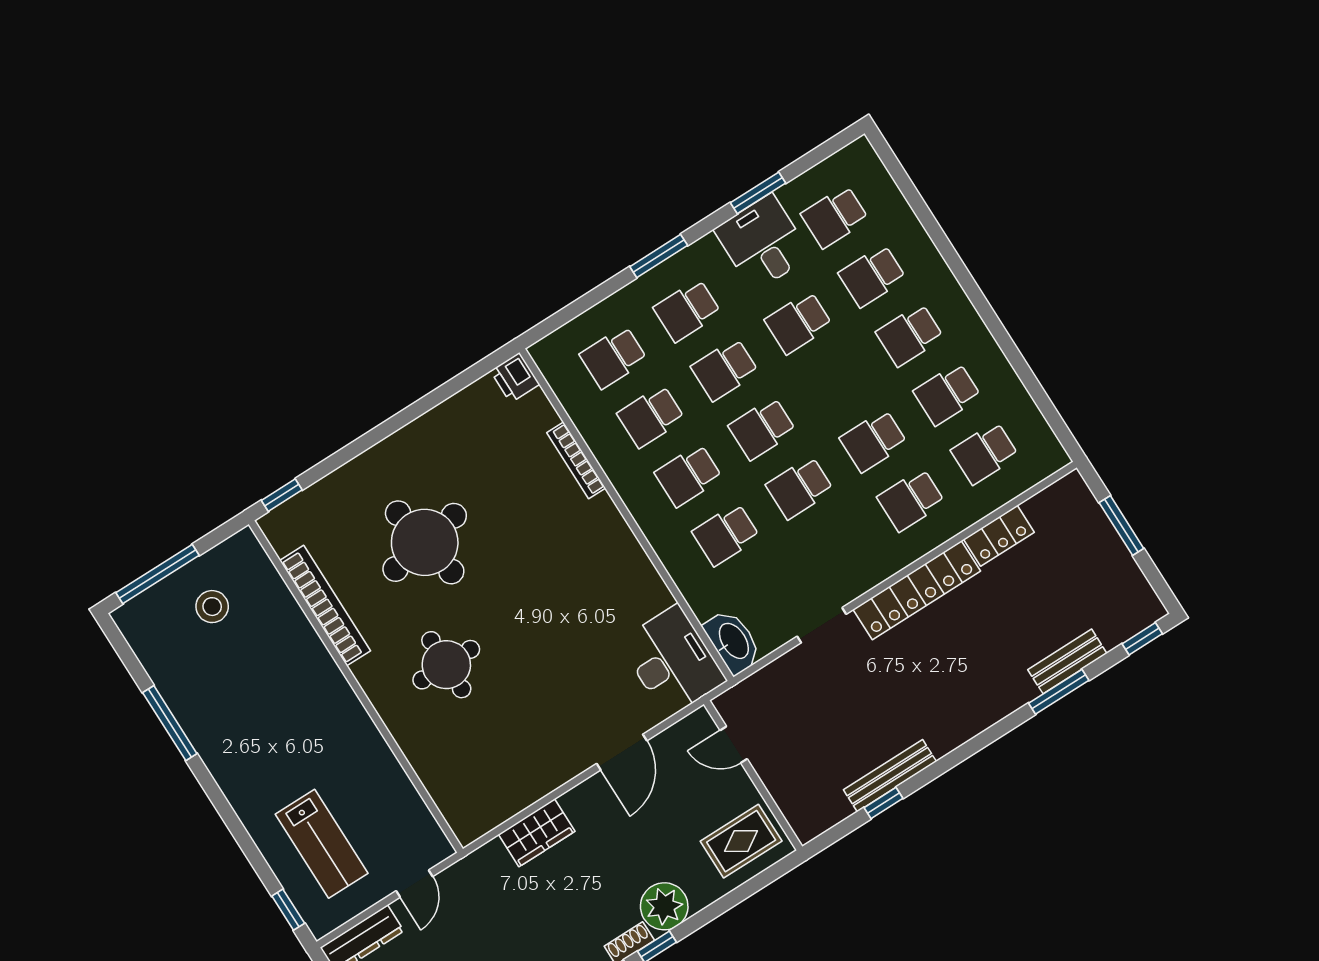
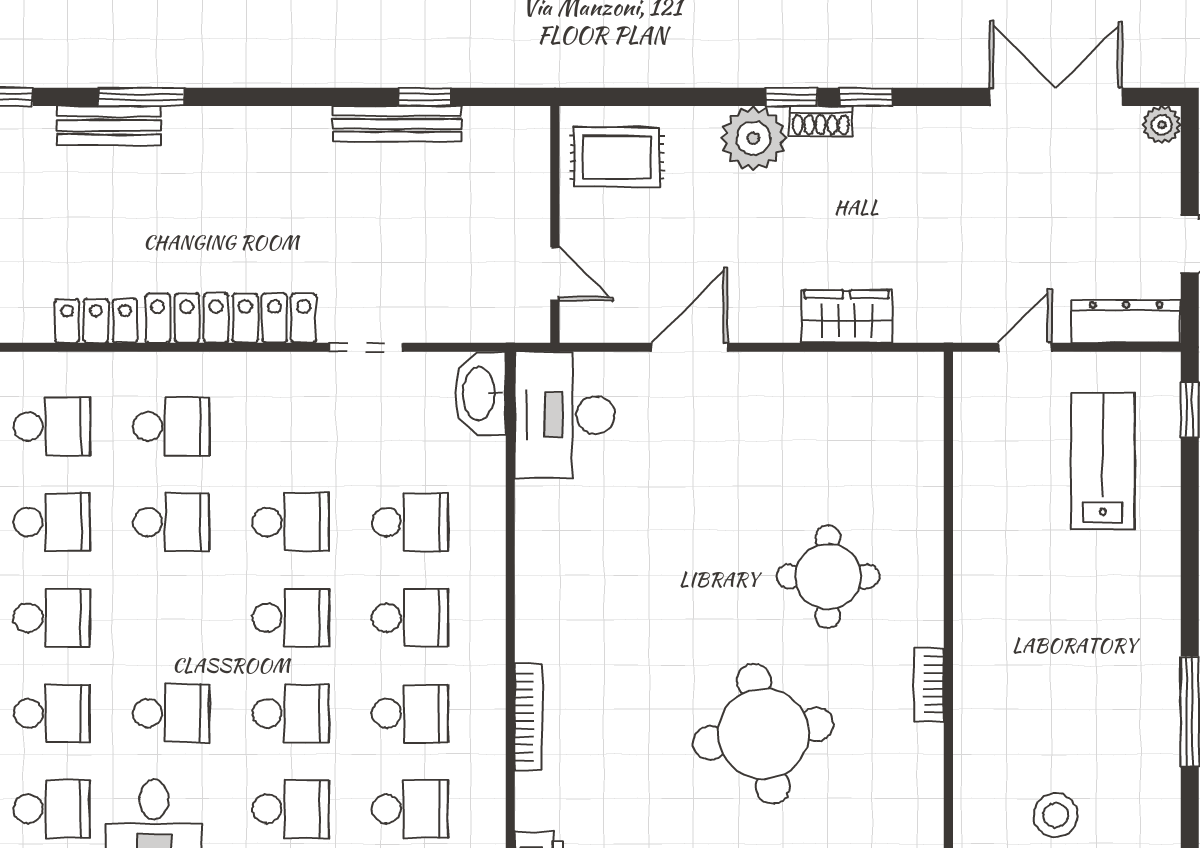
bookcase: (325, 606) -> (929, 685), width x0.43, depth x0.76

